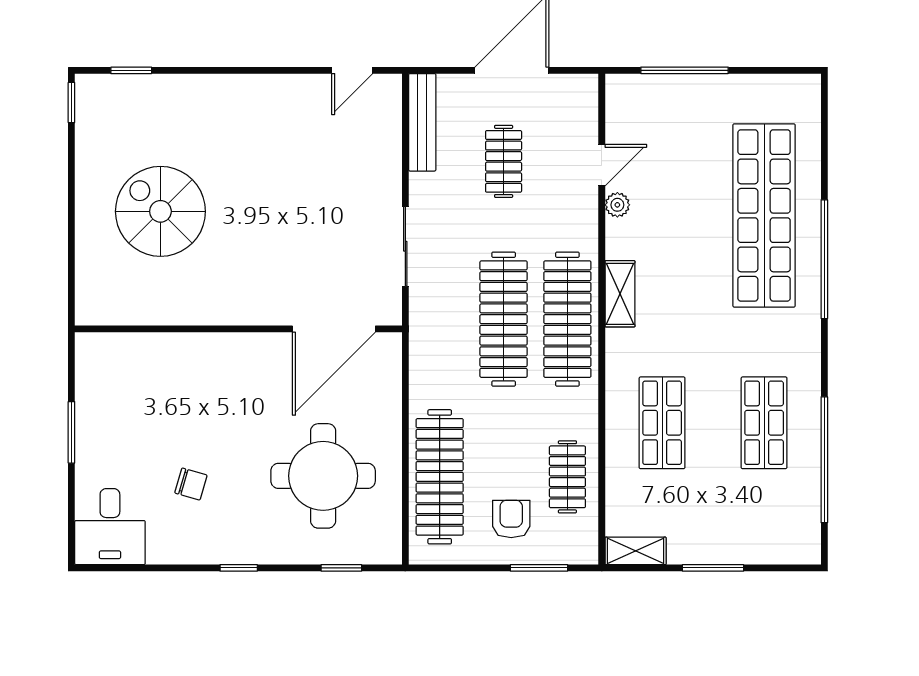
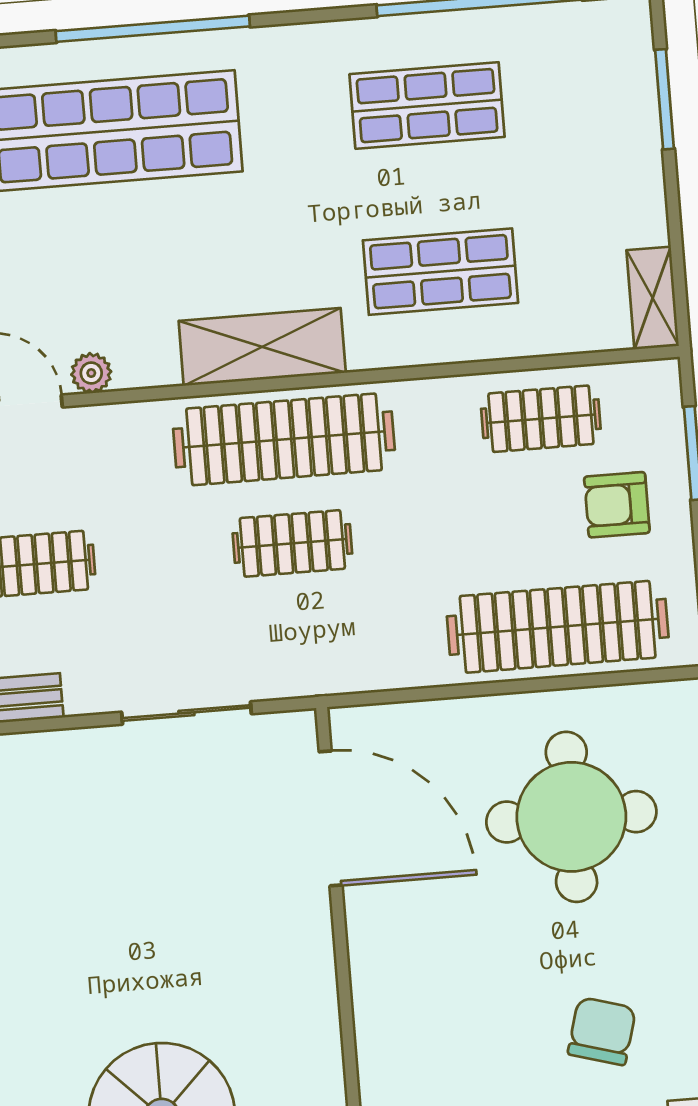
shelving: (620, 294) -> (262, 347), width x1.50, depth x1.33
clothes rail: (504, 319) -> (292, 543), width x0.54, depth x0.76
chair: (191, 484) -> (602, 1031), width x1.37, depth x1.37
window: (713, 568) -> (664, 99), moved

